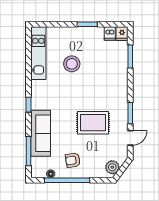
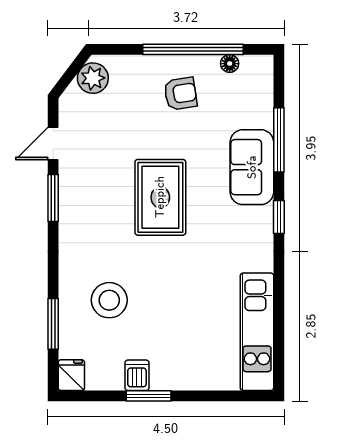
dishwasher: (110, 33) -> (137, 375), moved
stool: (72, 64) -> (109, 300), moved
rug: (93, 123) -> (160, 197), moved, turned 90
sofa: (41, 133) -> (252, 167), width x0.73
window: (29, 151) -> (279, 140), moved

